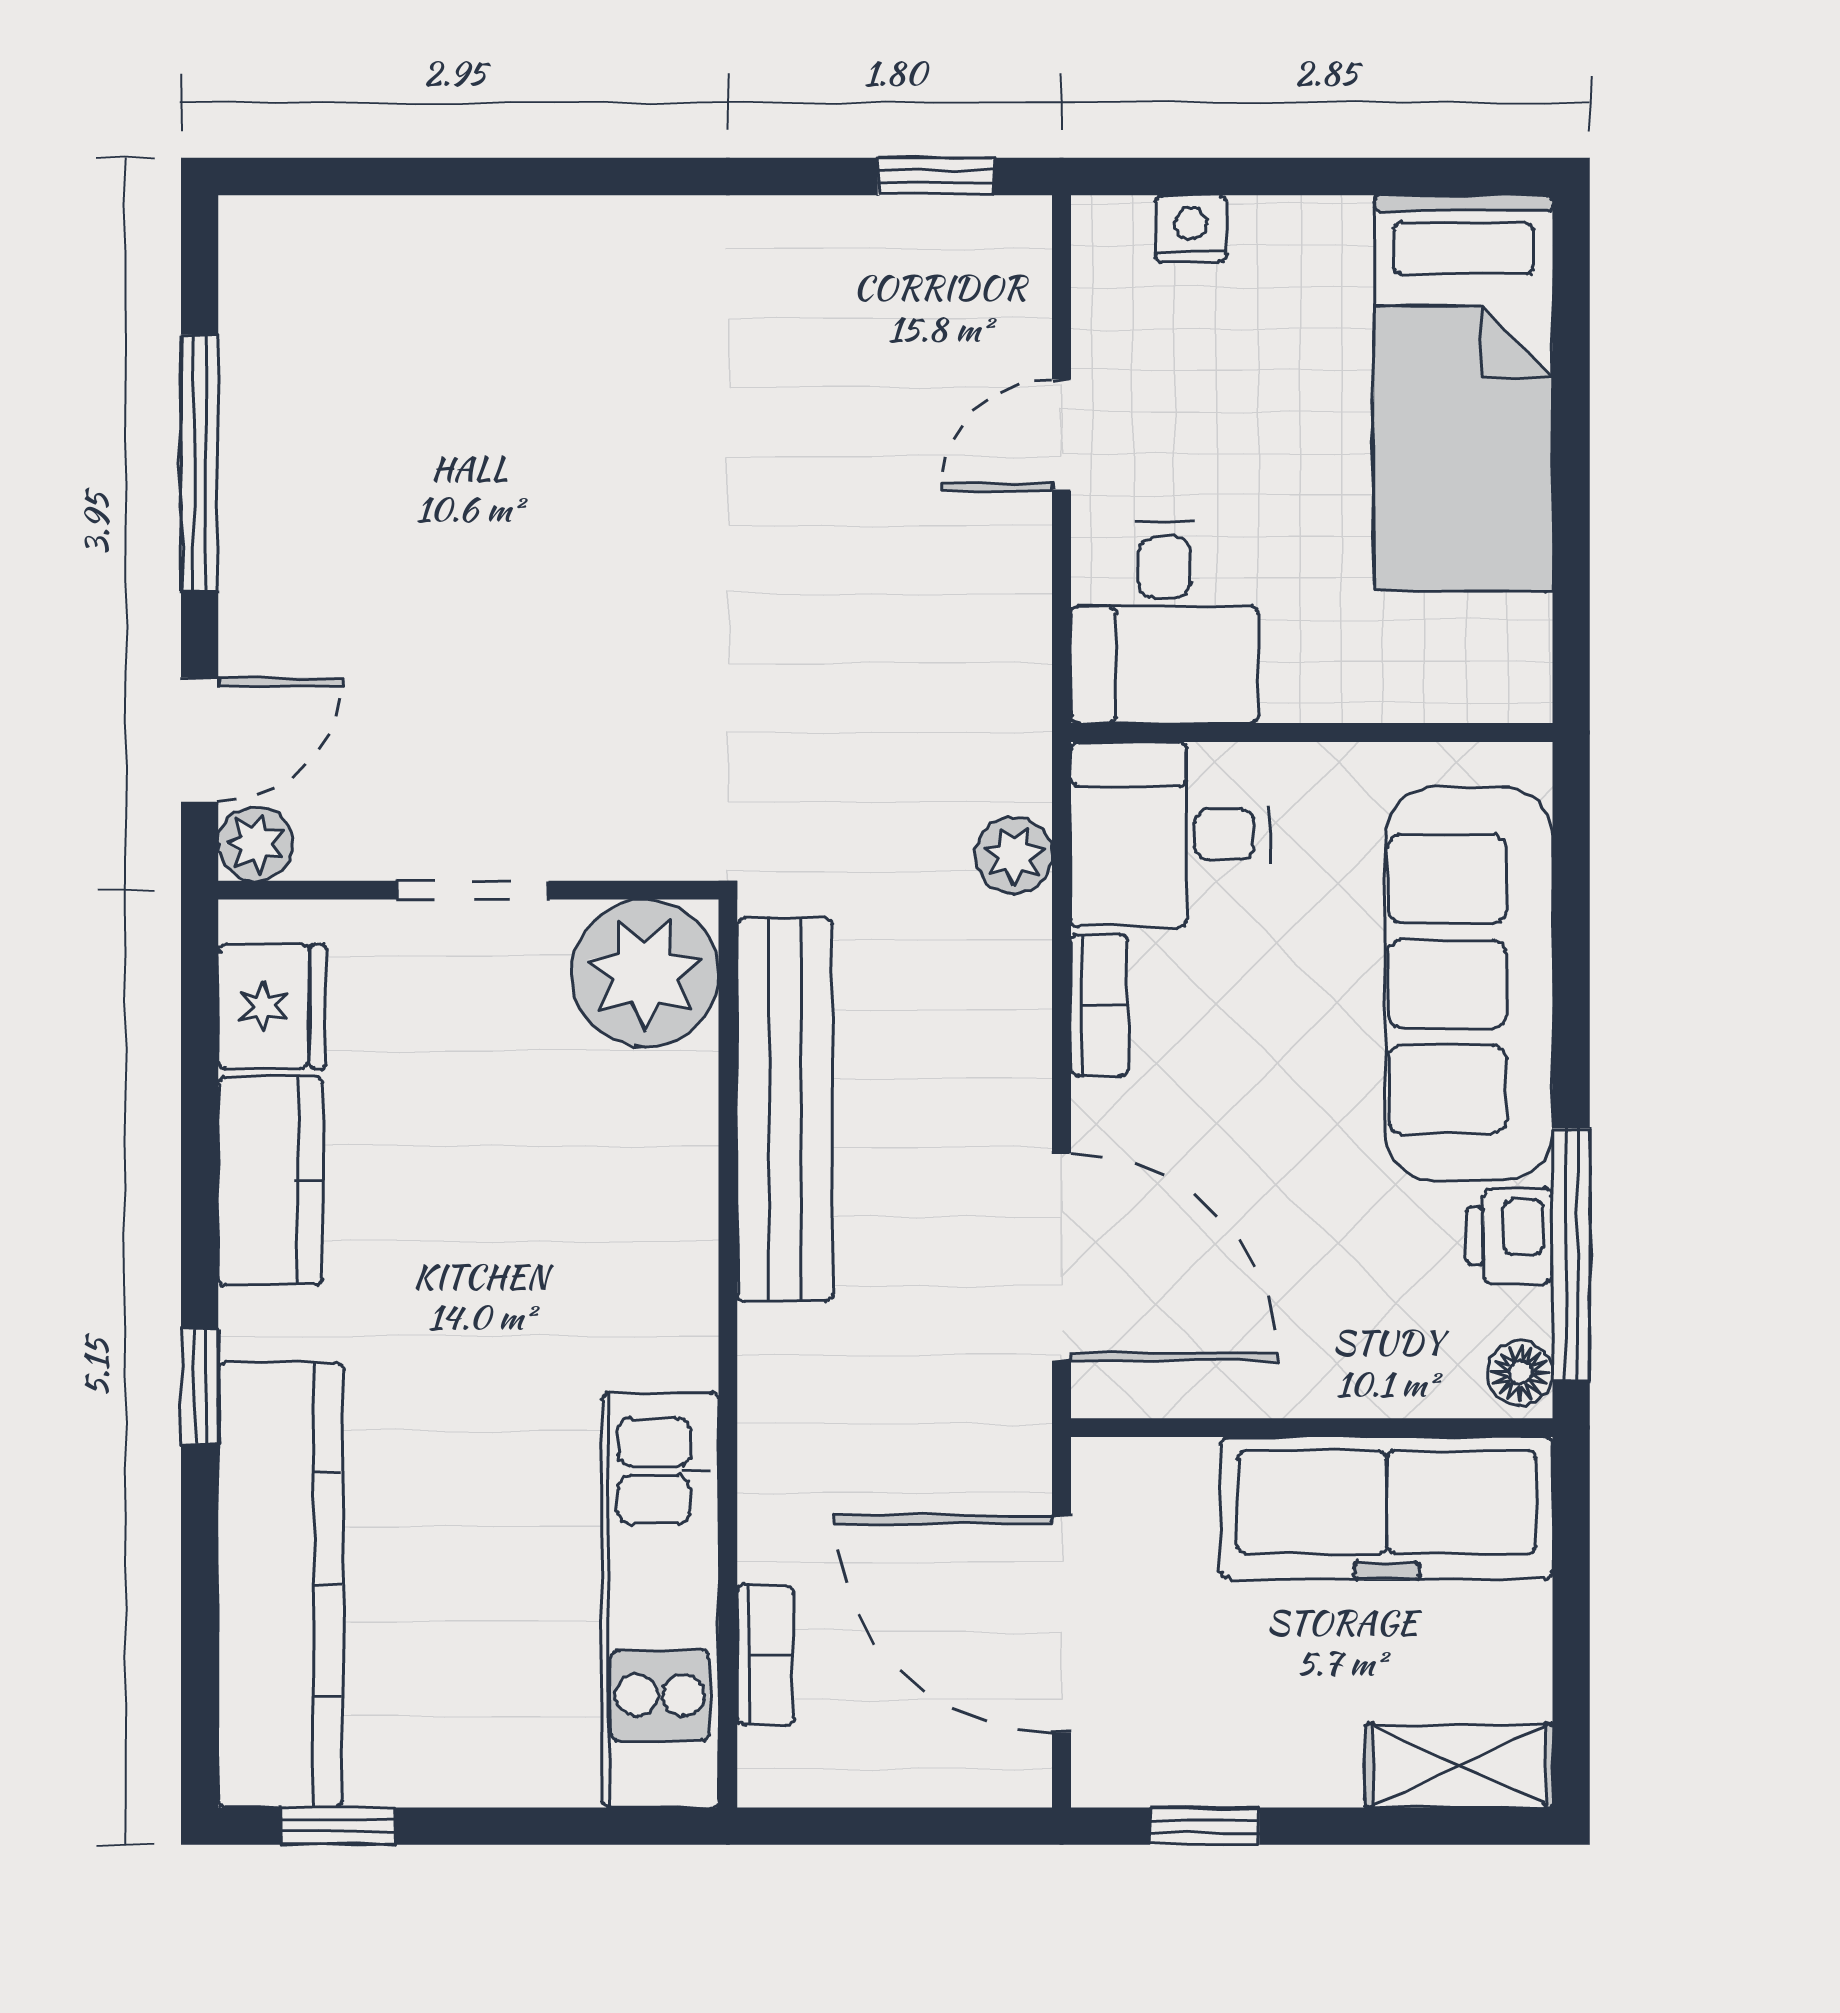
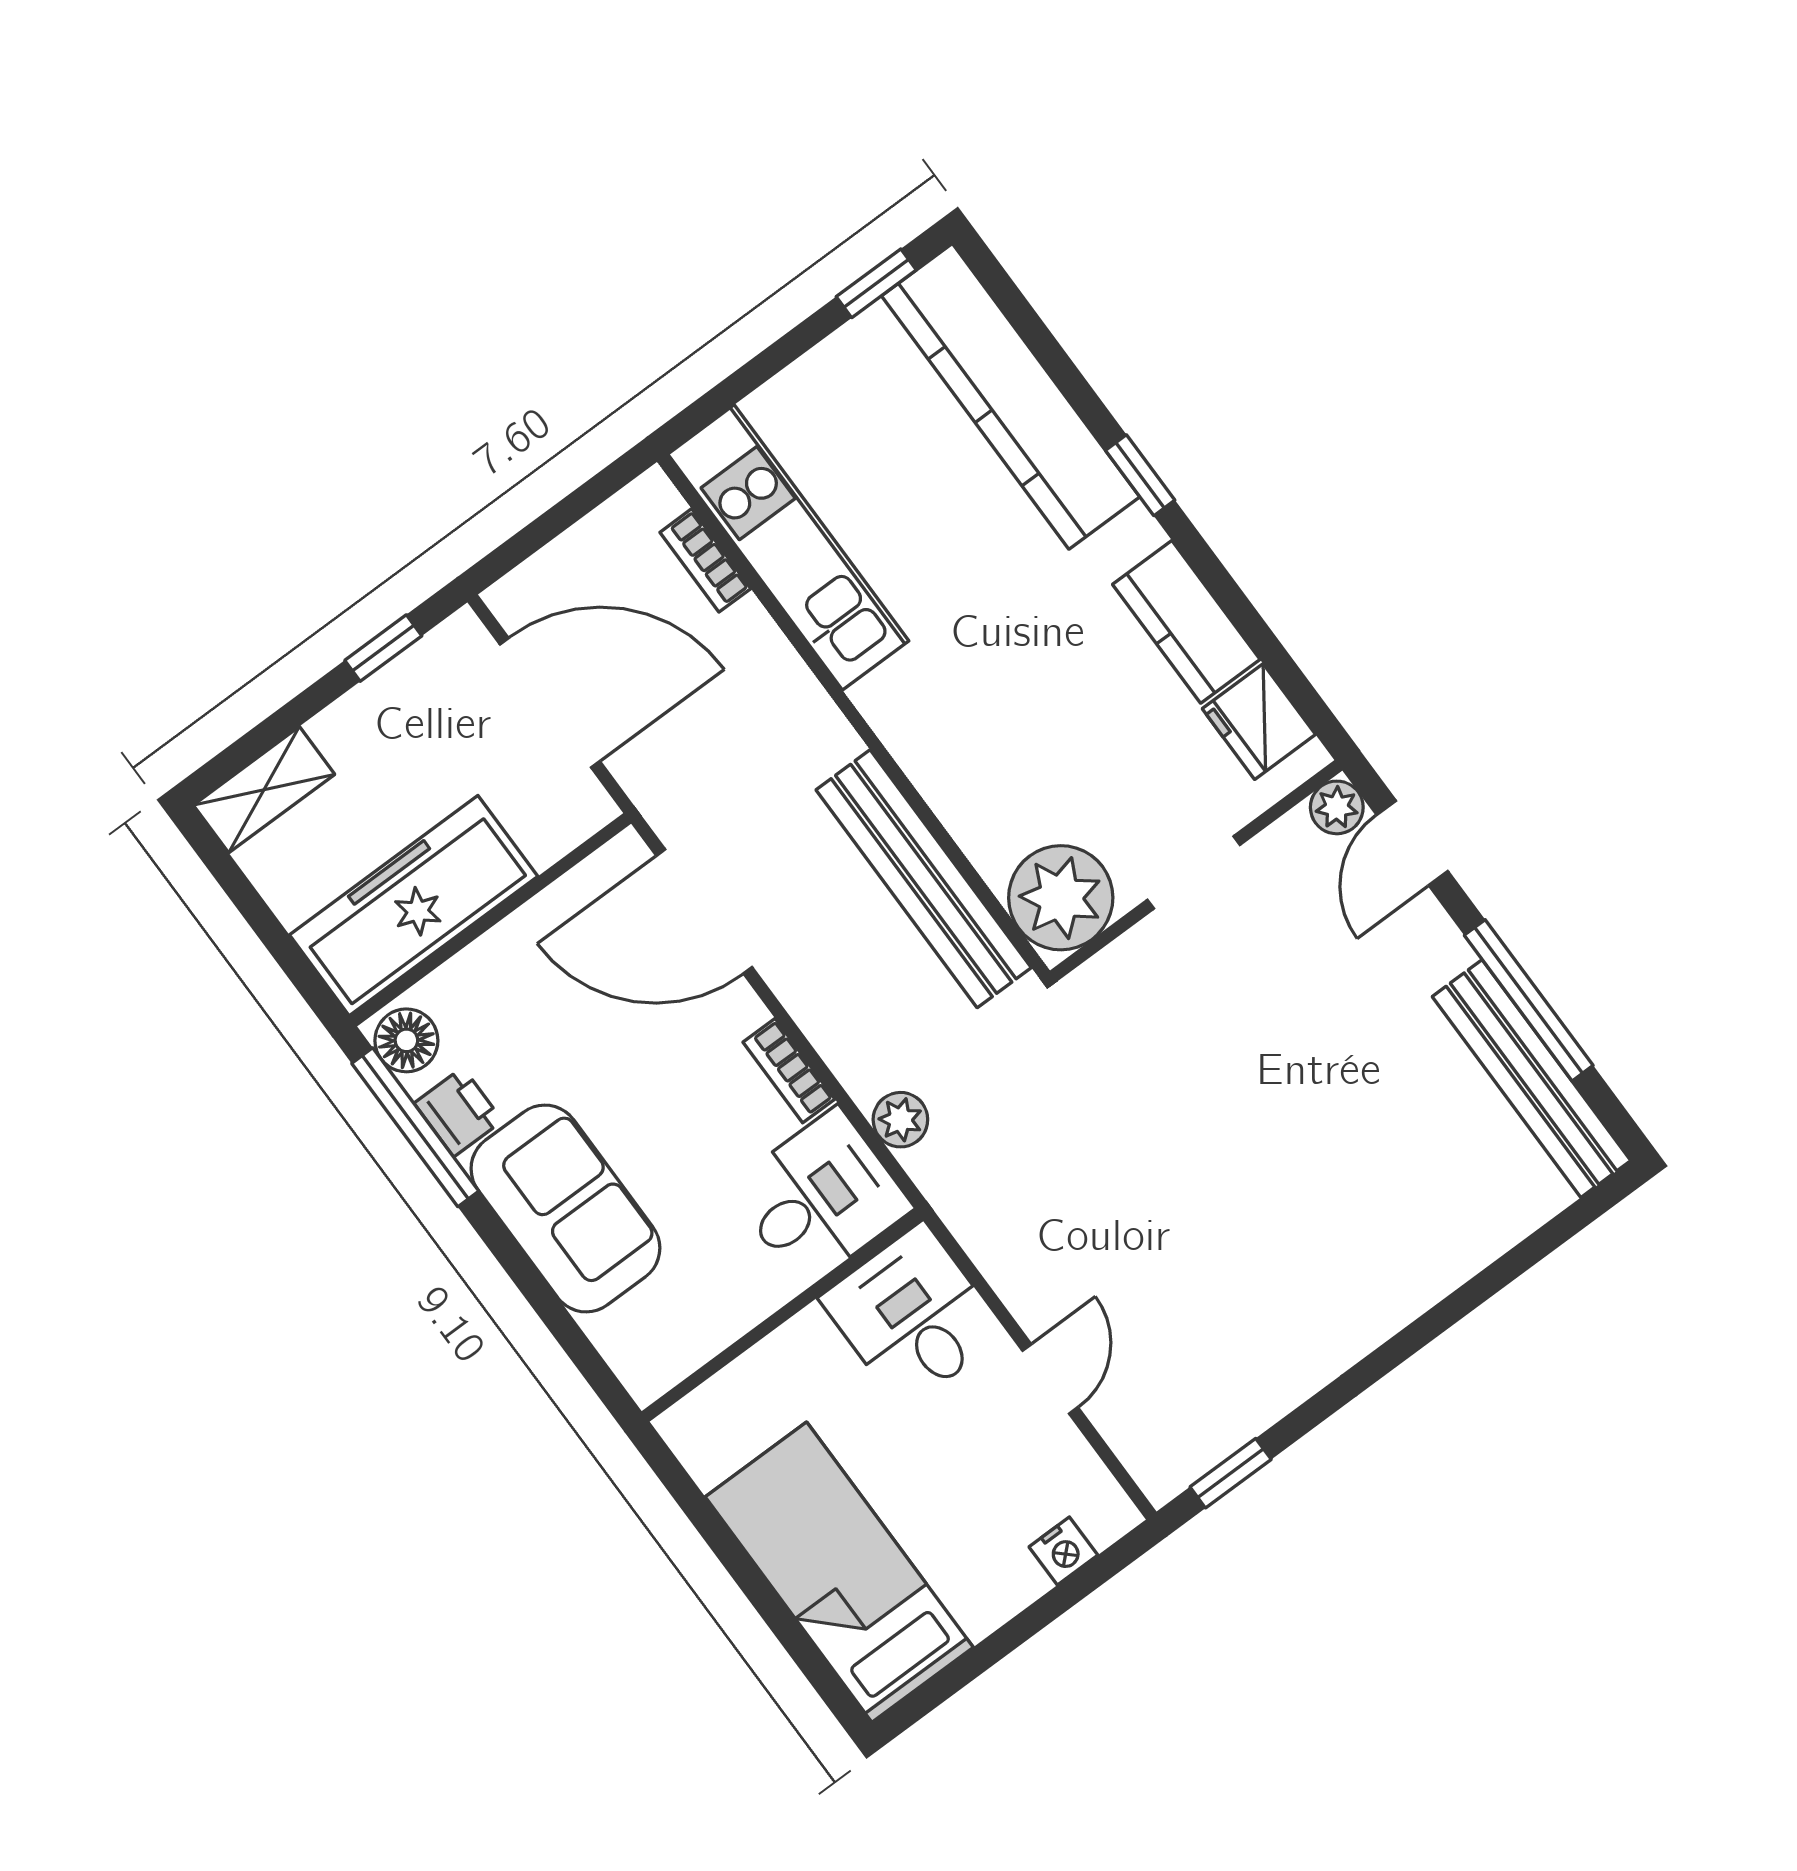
bench: (262, 372) -> (1532, 1079), added
sofa: (1469, 984) -> (565, 1209), width x0.73
floor lamp: (1520, 1373) -> (406, 1040), width x1.37, depth x1.37

